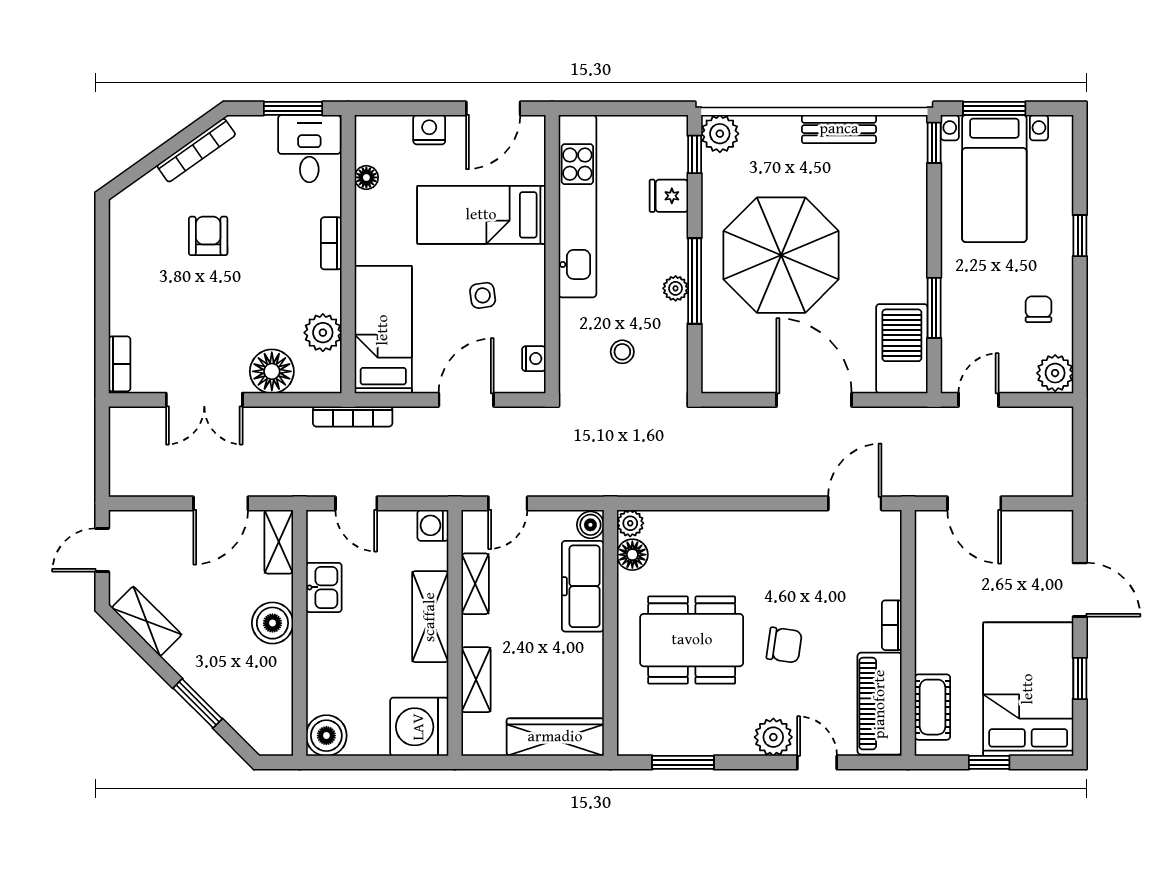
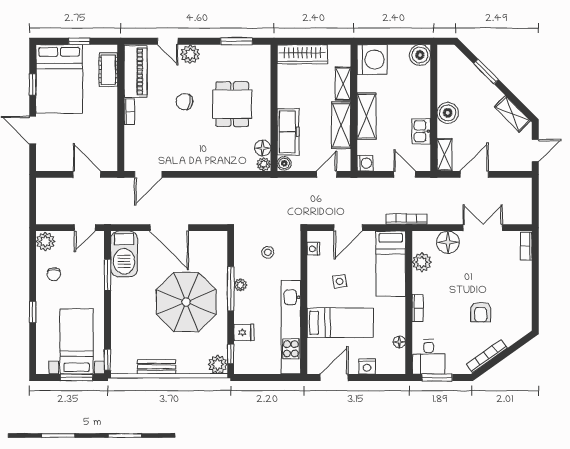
shelving: (475, 584) -> (341, 125), width x1.50, depth x1.33
dining table: (692, 640) -> (232, 104), width x0.73

